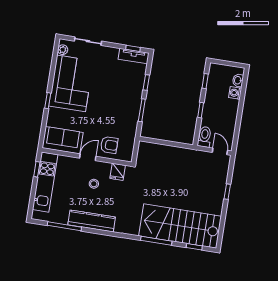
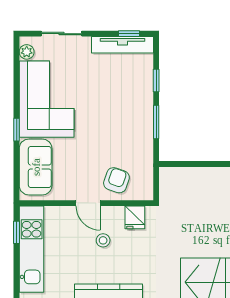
tv unit: (134, 56) -> (123, 45), width x1.41
sofa: (63, 140) -> (36, 167), moved, turned 90
armchair: (109, 145) -> (116, 180), turned -71
door: (88, 157) -> (88, 203), swing flipped

